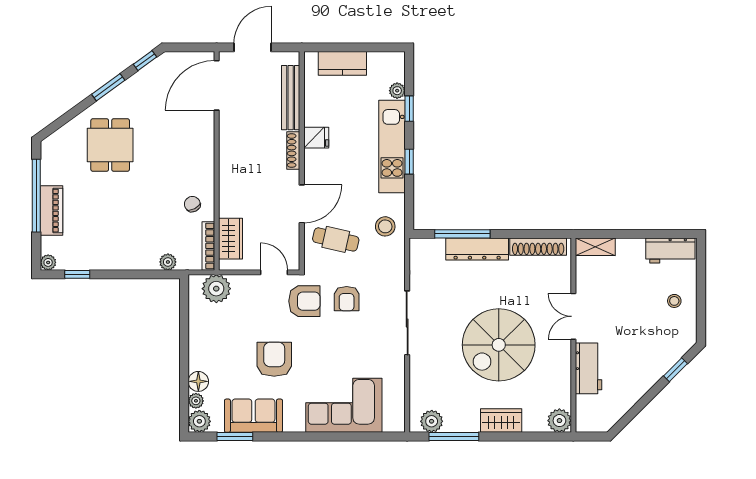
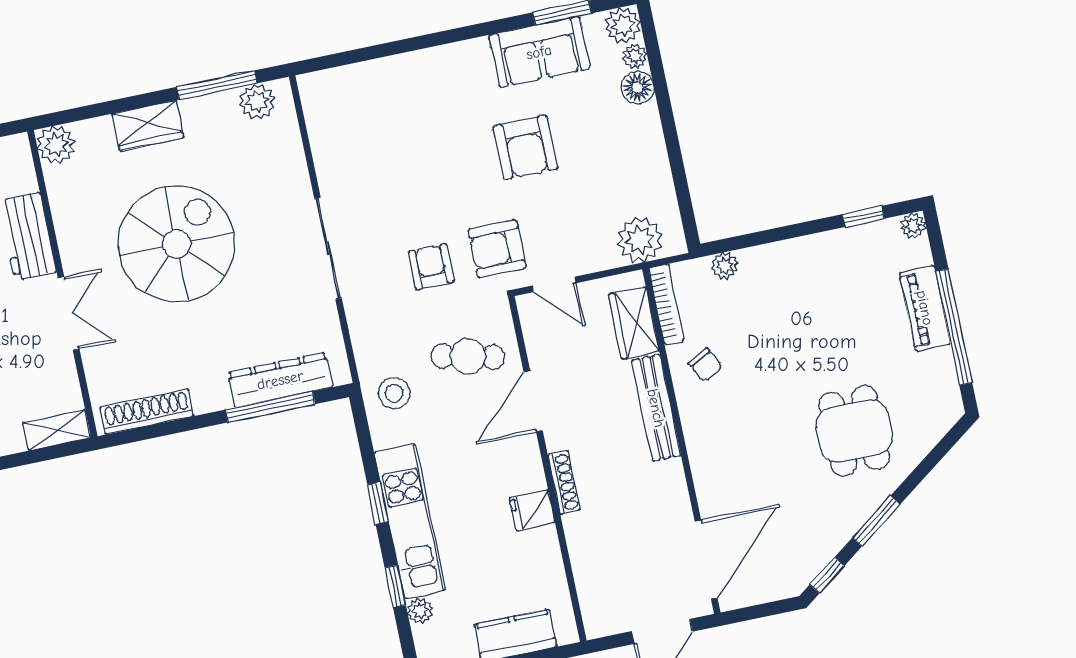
bench: (291, 98) -> (656, 408), moved
dresser: (477, 249) -> (280, 380), moved
corner sofa: (344, 405) -> (401, 98), removed

